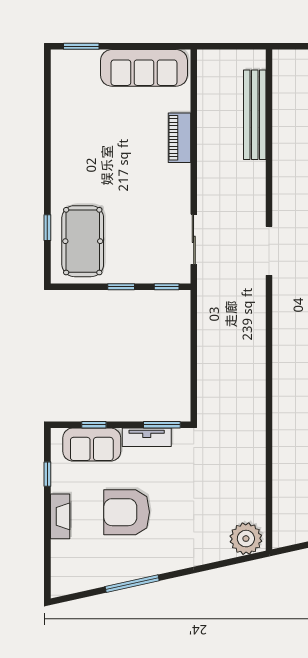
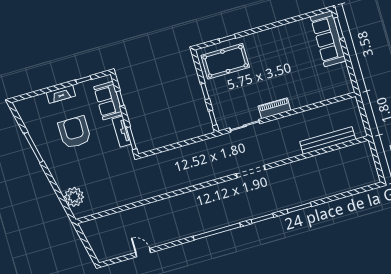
sofa: (144, 68) -> (328, 39), moved
piano: (179, 138) -> (274, 108), moved
plant: (246, 539) -> (74, 197), moved

